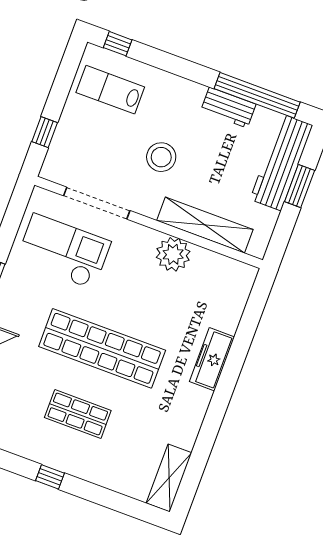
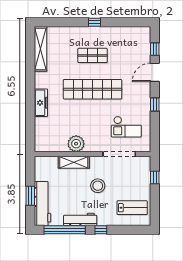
window: (118, 44) -> (101, 230), moved
workbench: (228, 107) -> (80, 219), width x1.37
shelving: (205, 225) -> (74, 162), width x0.68
checkout: (63, 251) -> (126, 127), width x0.73, depth x0.83
shelving: (169, 478) -> (41, 49), width x1.47

